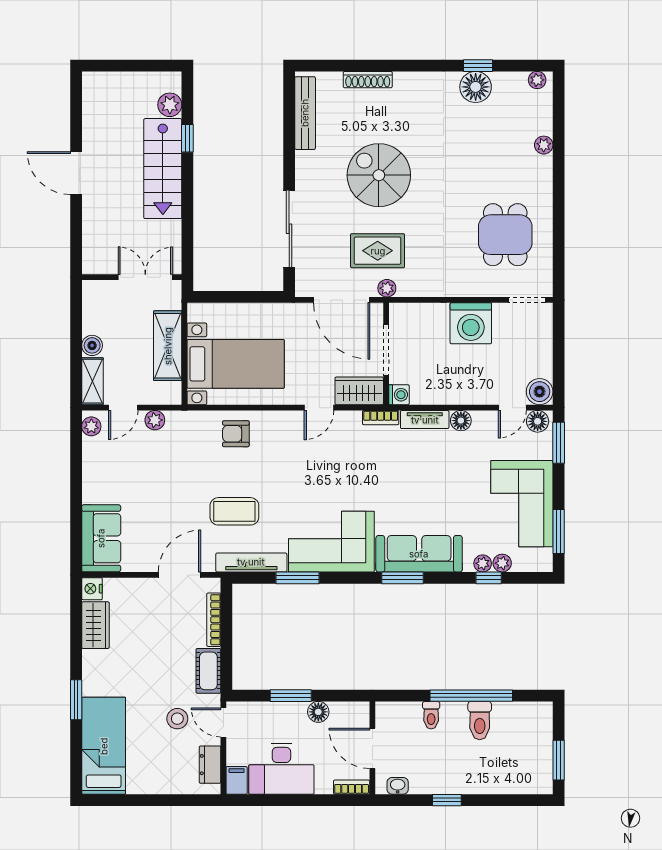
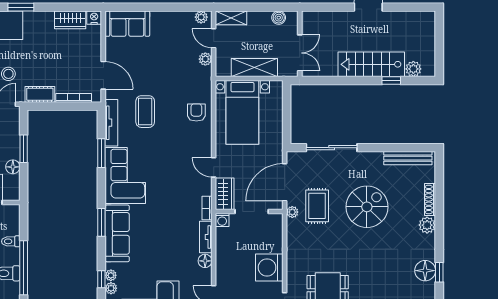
plant: (407, 84) -> (427, 225), added
boiler: (92, 345) -> (279, 18), moved

